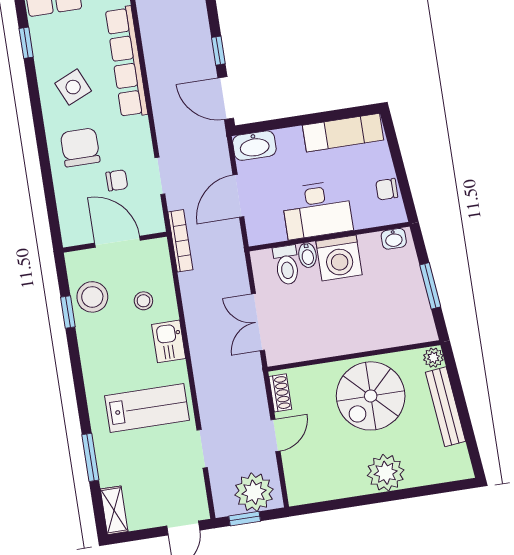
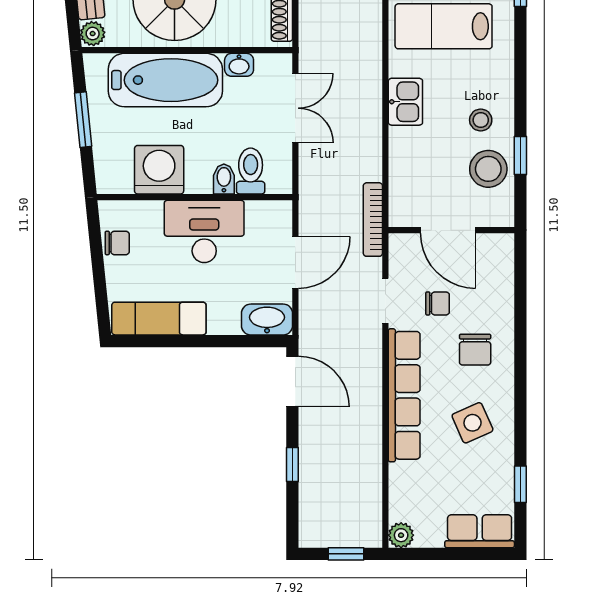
window: (218, 51) -> (292, 464), moved
row of seats: (126, 62) -> (404, 395), moved
chair: (80, 147) -> (475, 350), width x0.73, depth x0.73
chair: (117, 180) -> (438, 303), turned 180
washbasin: (394, 239) -> (239, 65), moved, turned 180
washing machine: (339, 258) -> (159, 170), moved
stool: (143, 301) -> (481, 120), moved
bathtub: (368, 329) -> (165, 80), added

